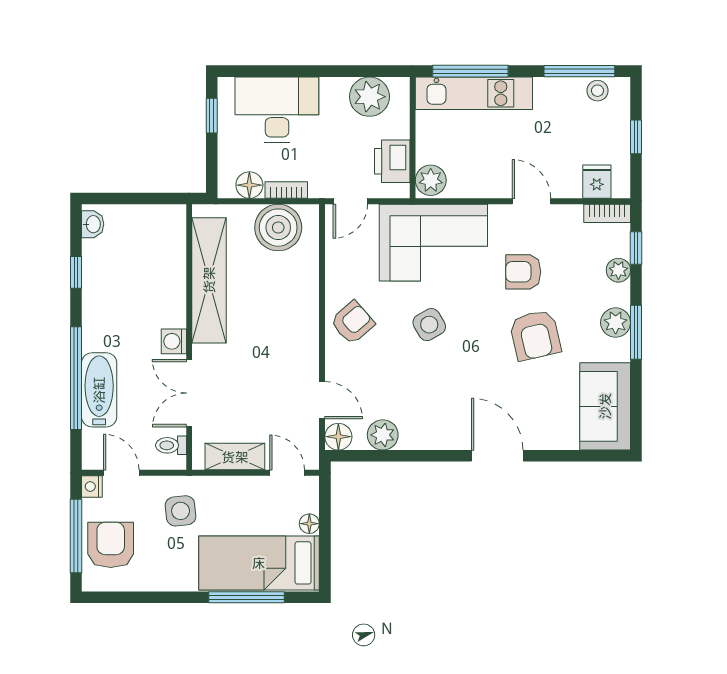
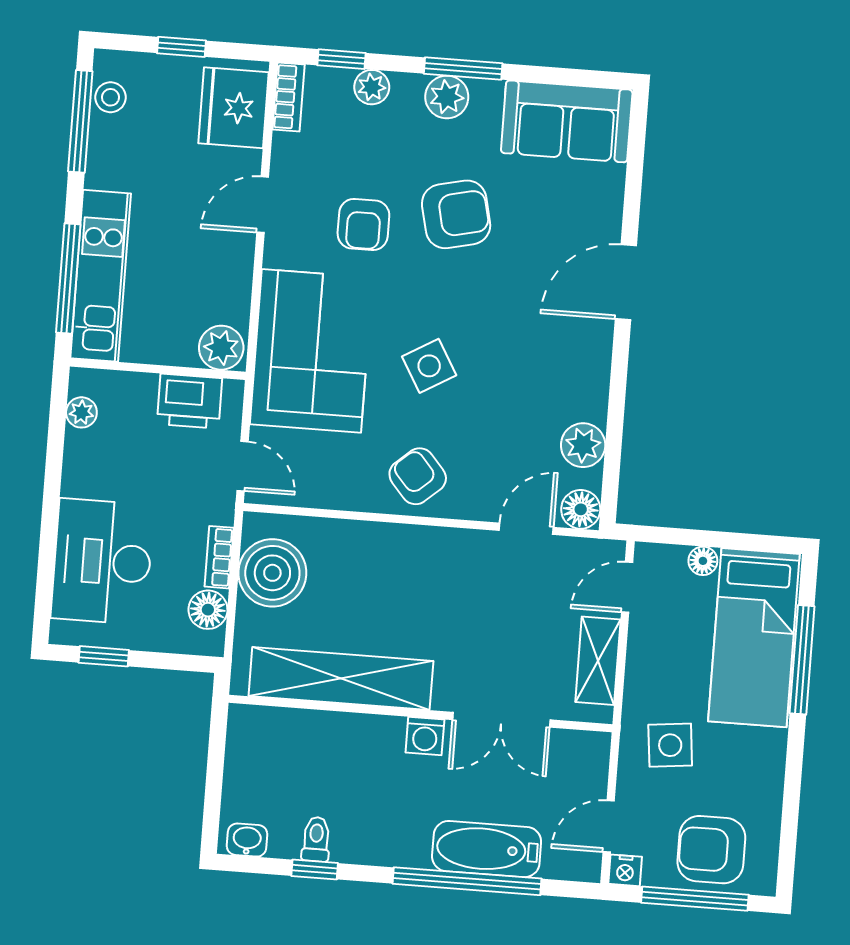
plant: (369, 97) -> (81, 412), width x0.53, depth x0.53
fridge: (597, 182) -> (234, 108), width x1.88, depth x1.34
toilet: (171, 445) -> (316, 839), moved, turned 180

